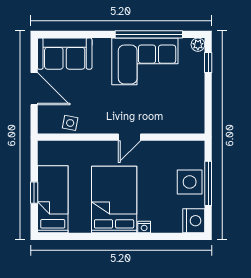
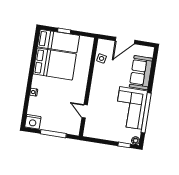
sofa: (65, 54) -> (141, 73), moved
door: (130, 137) -> (85, 111), moved
side table: (190, 182) -> (56, 123), removed
bed: (114, 200) -> (55, 64), moved

